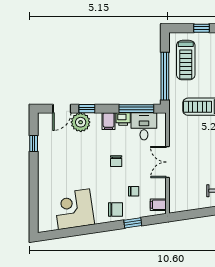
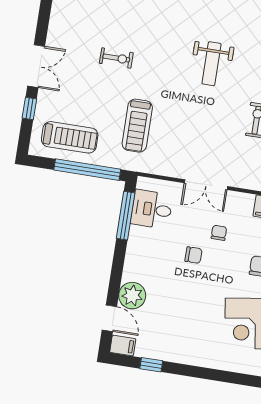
window: (87, 109) -> (115, 284), removed
printer: (123, 119) -> (137, 236), removed
filing cabinet: (109, 121) -> (123, 346), moved
chair: (134, 191) -> (219, 233), moved

